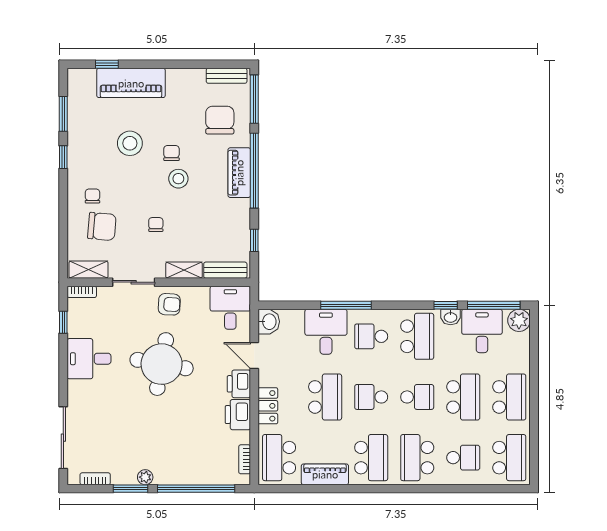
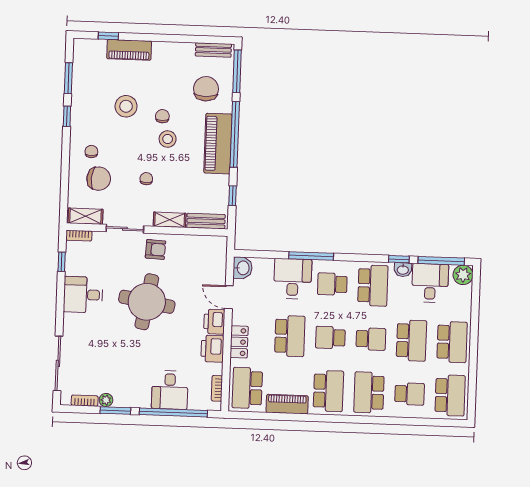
piano: (131, 83) -> (129, 50), width x0.73, depth x0.75
piano: (239, 173) -> (218, 144), width x1.37, depth x1.33
desk: (230, 308) -> (170, 390), moved, turned 180
plant: (145, 477) -> (106, 400), moved

